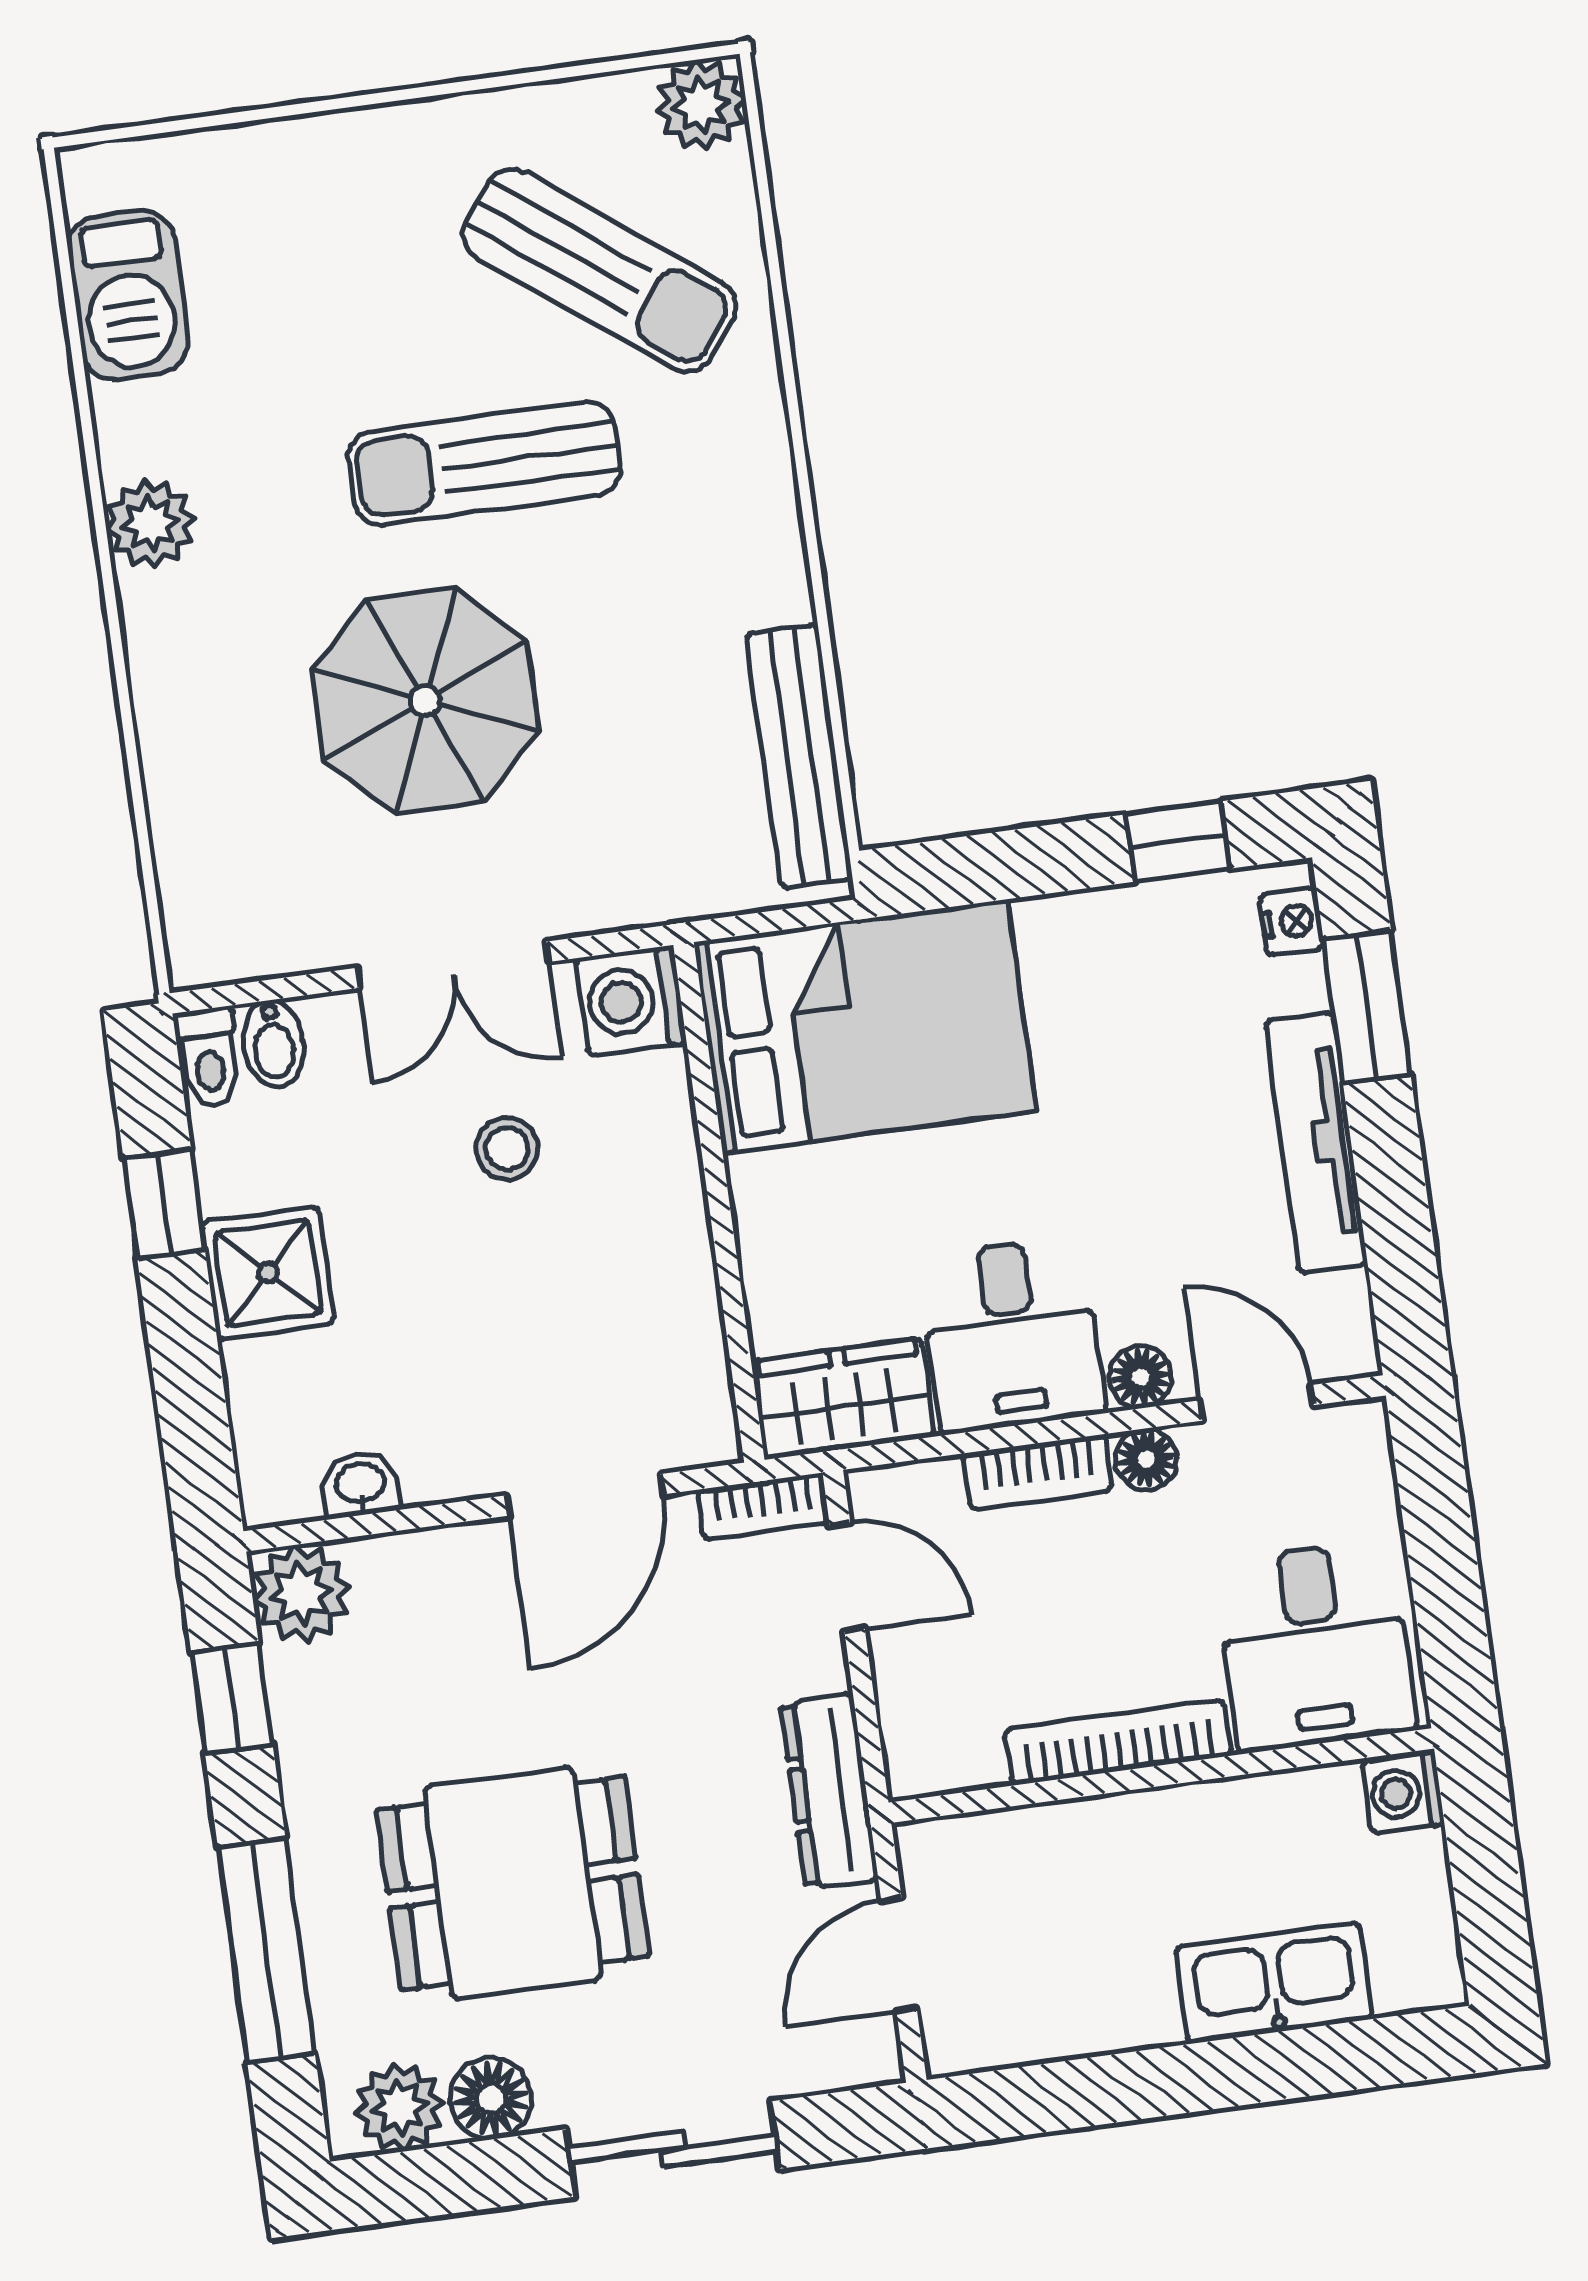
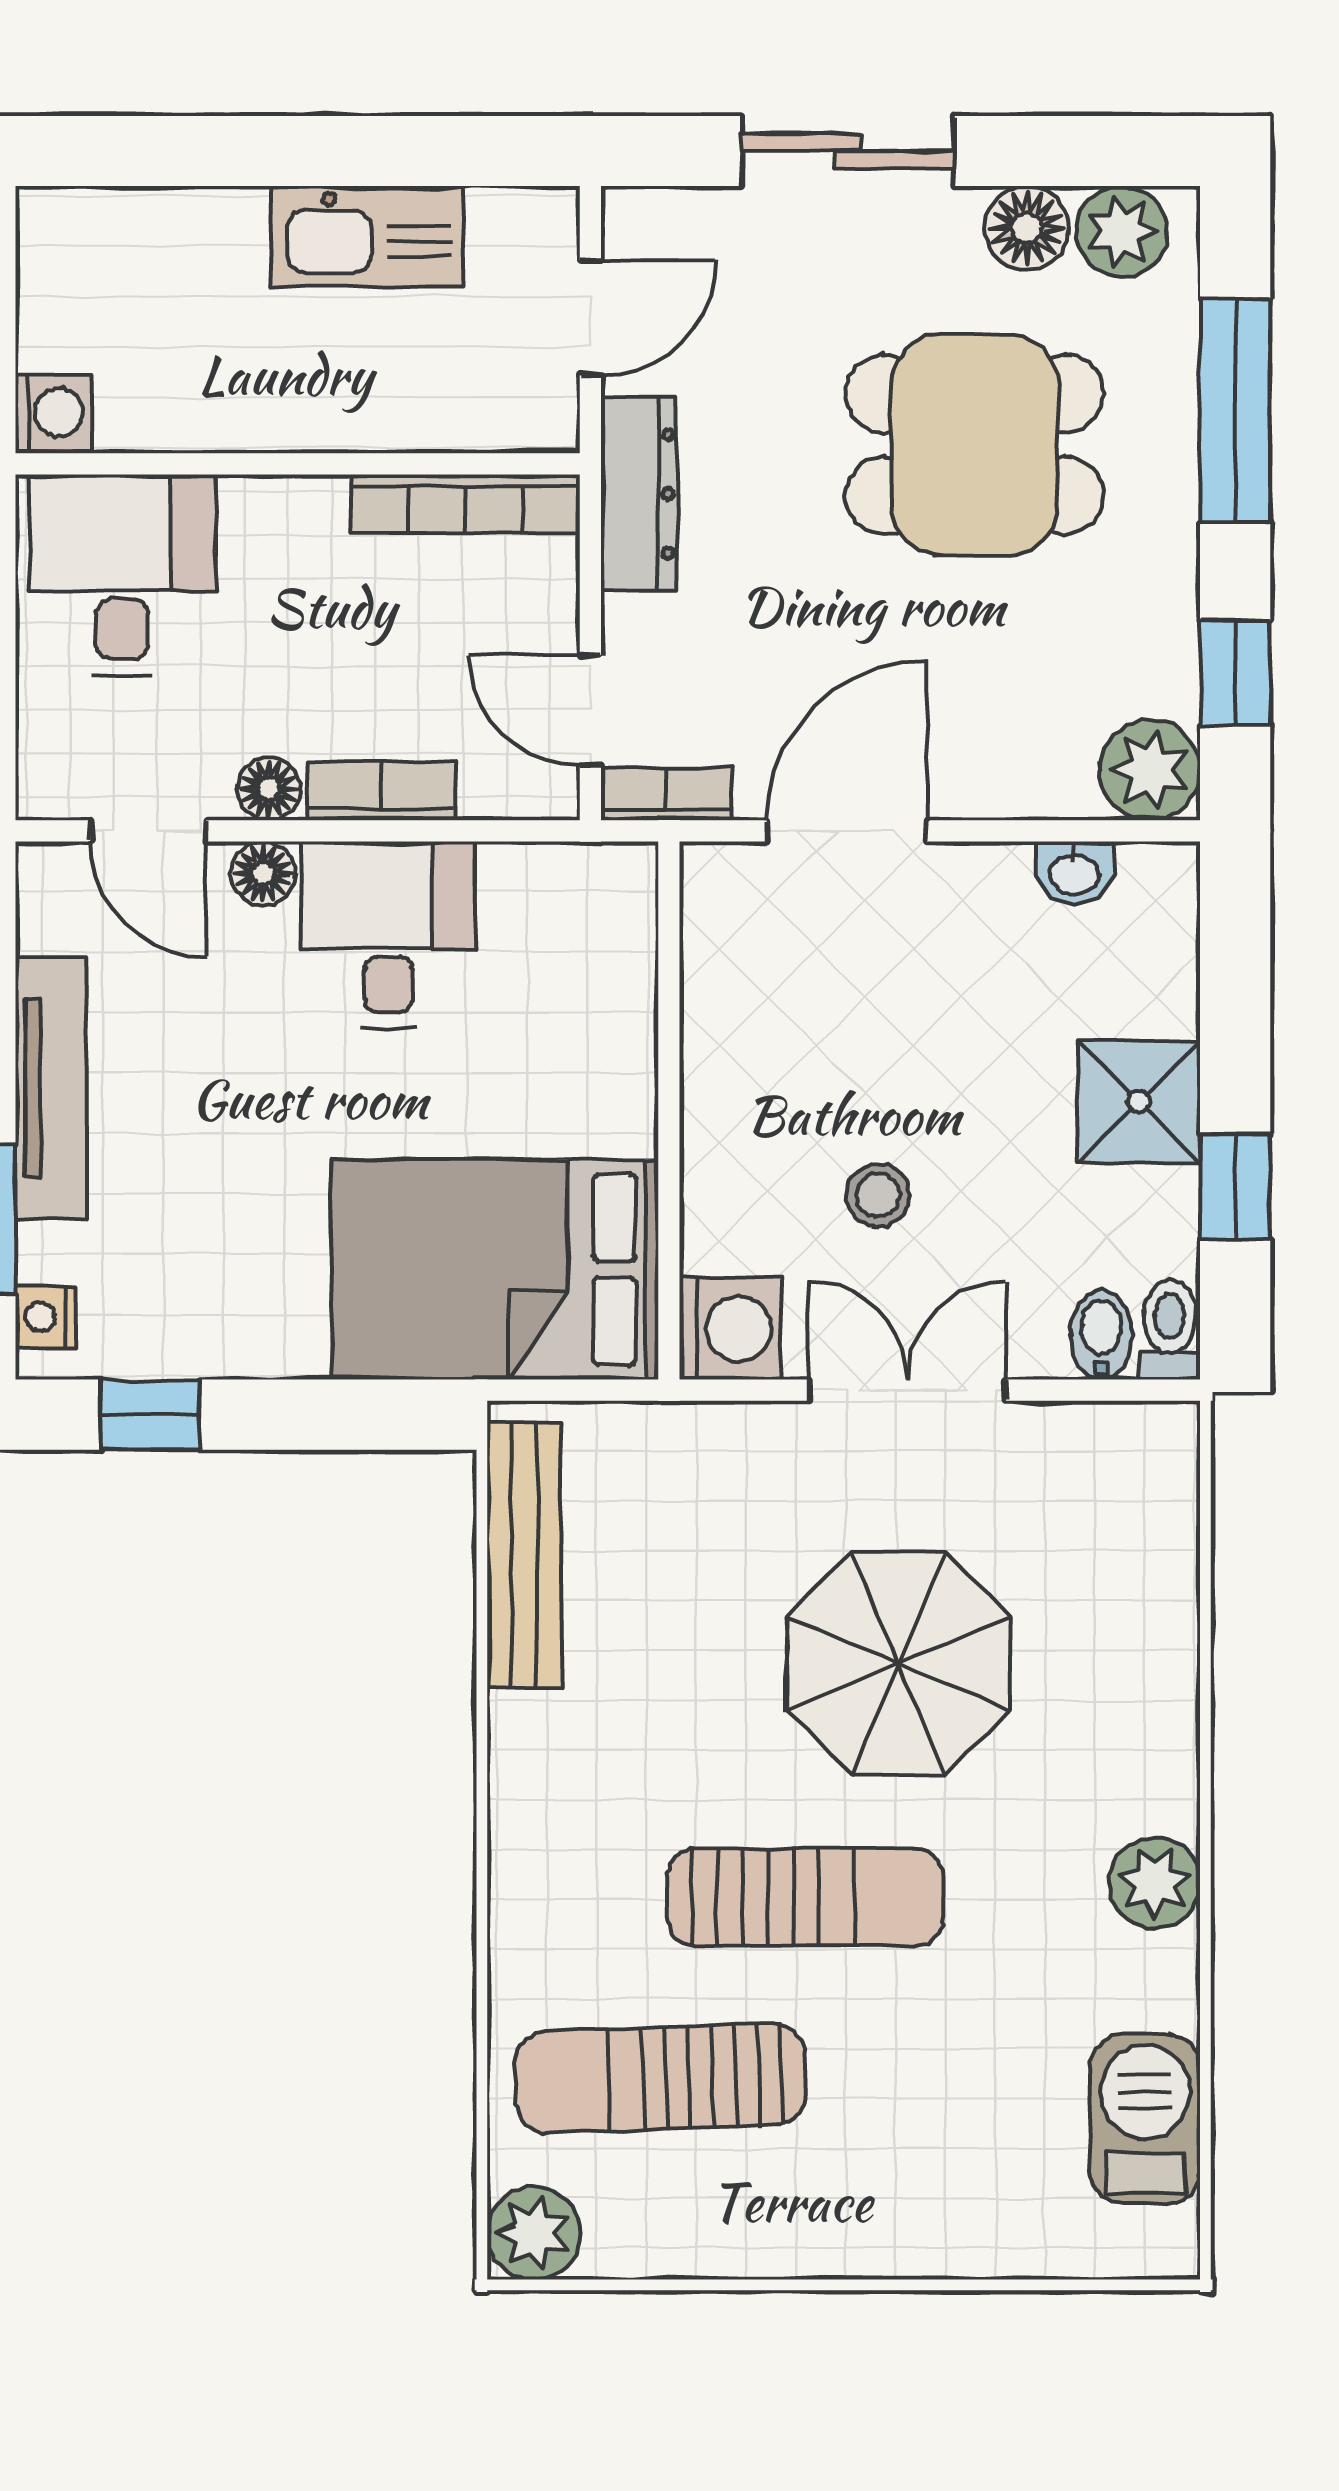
sun lounger: (600, 270) -> (660, 2078), turned -39
wardrobe: (843, 1399) -> (570, 893), removed
bookcase: (1118, 1742) -> (465, 504), moved
kitchen sink: (1274, 1983) -> (368, 236), moved

